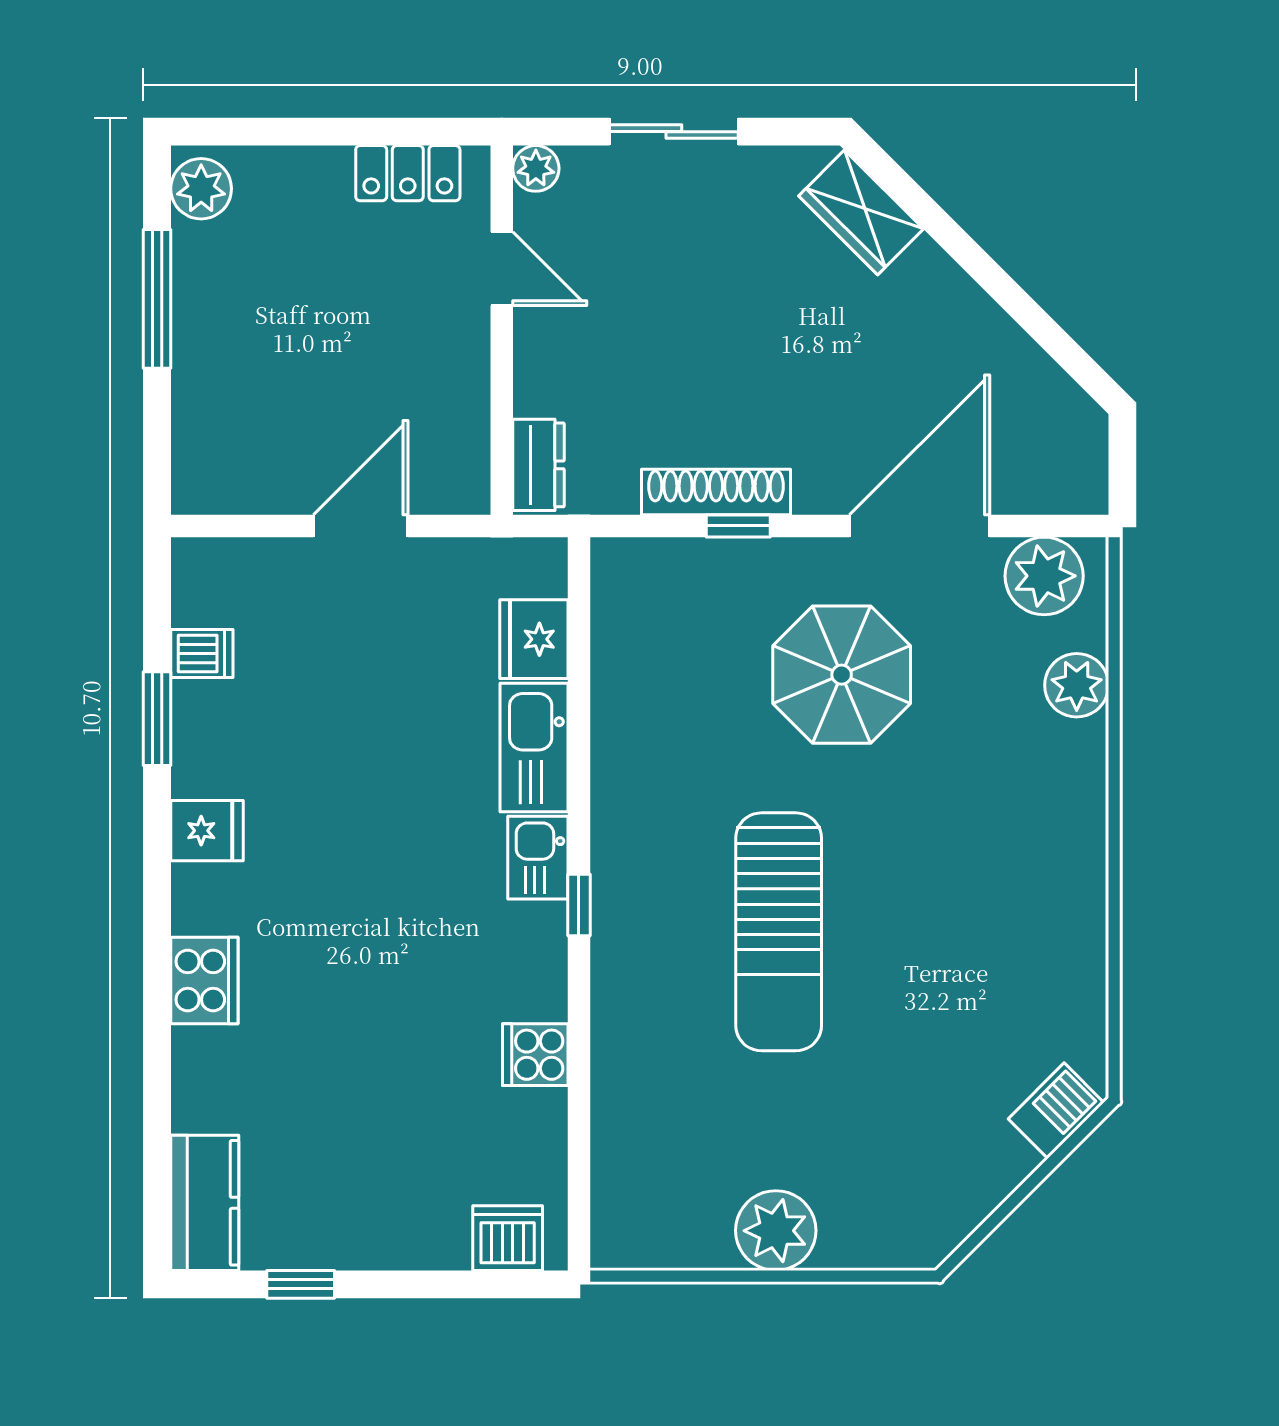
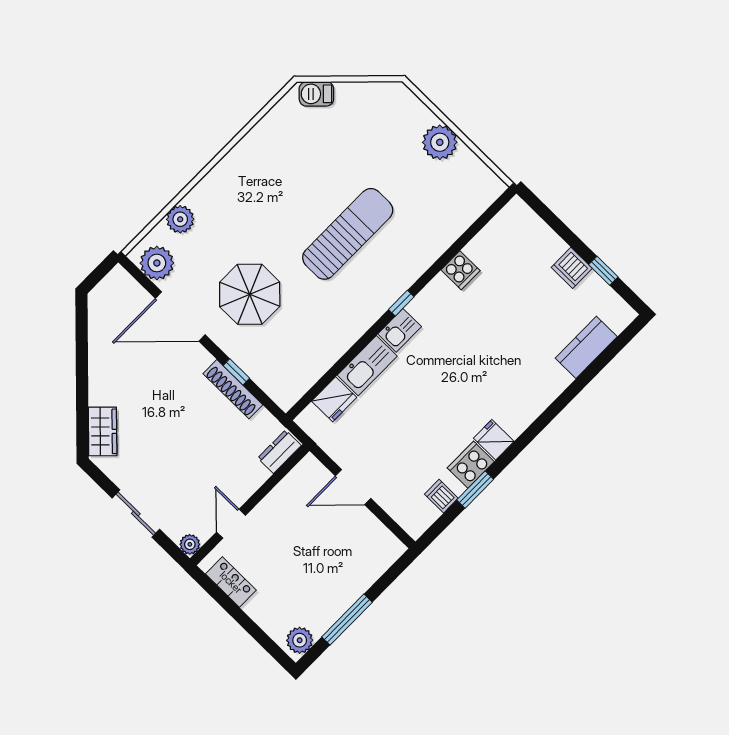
cooker: (204, 980) -> (471, 465), moved
kitchen counter: (205, 1203) -> (586, 347), moved
dishwasher: (508, 1238) -> (572, 268), moved

